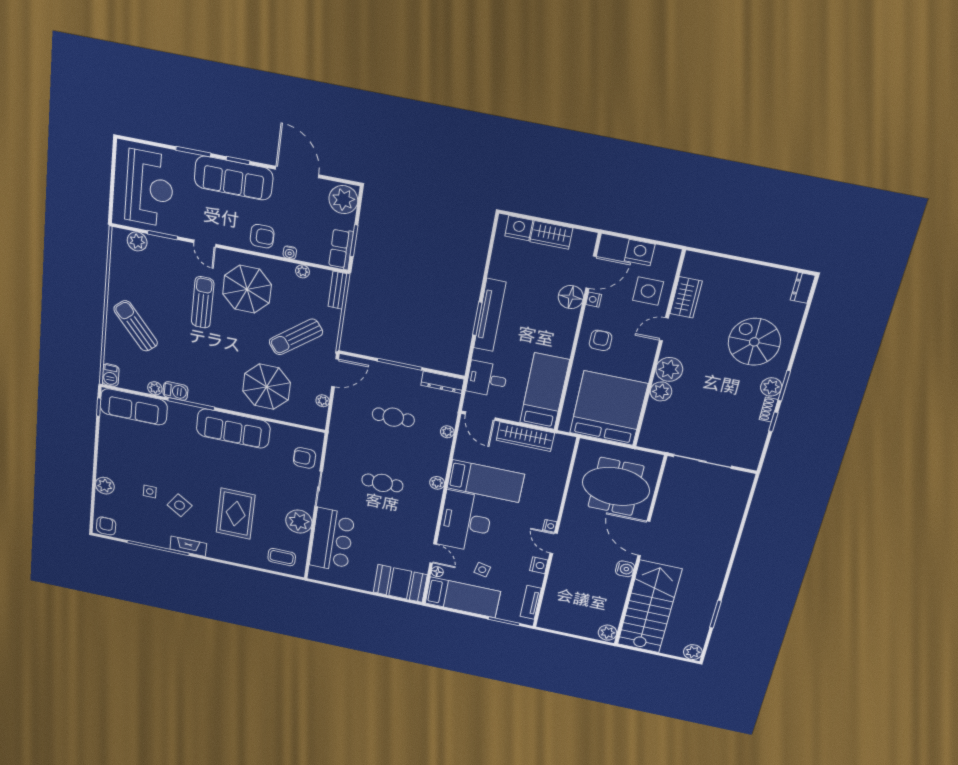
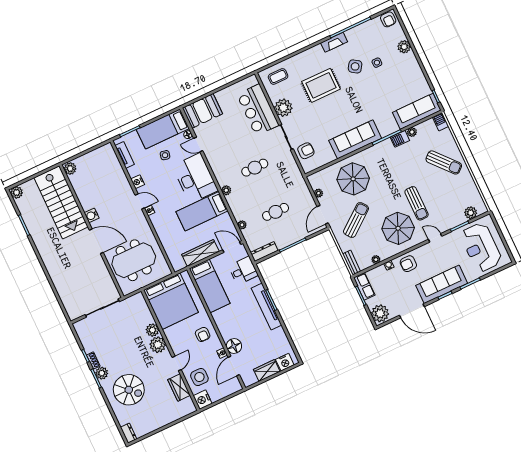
nightstand: (640, 253) -> (203, 400), moved, turned 90
rug: (236, 514) -> (321, 85), turned 90

